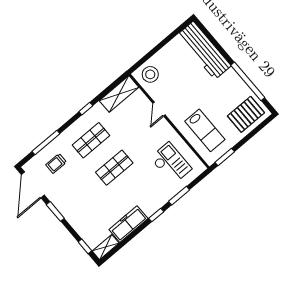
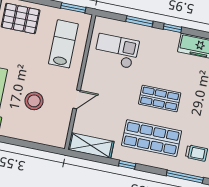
stool: (150, 74) -> (34, 101), moved
shop shelf: (91, 140) -> (152, 138), width x1.43, depth x1.36
checkout: (171, 163) -> (116, 51), turned 90

